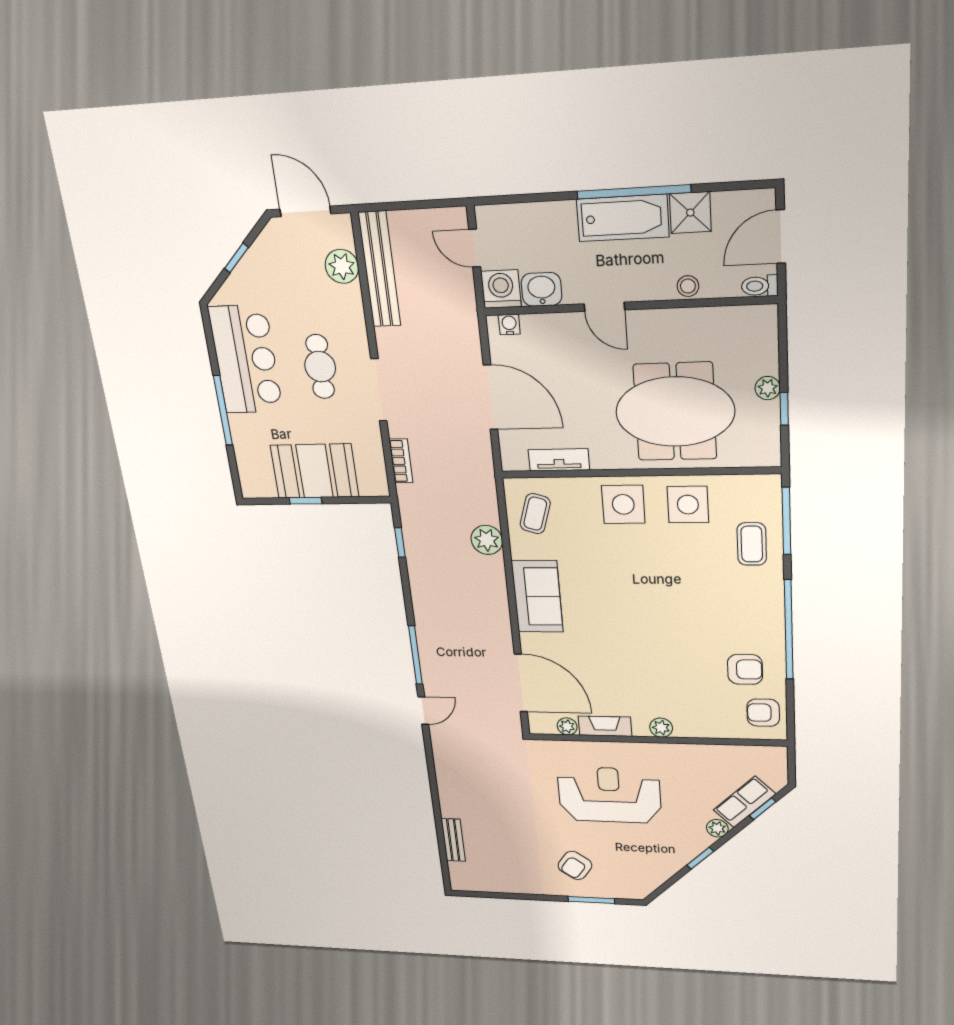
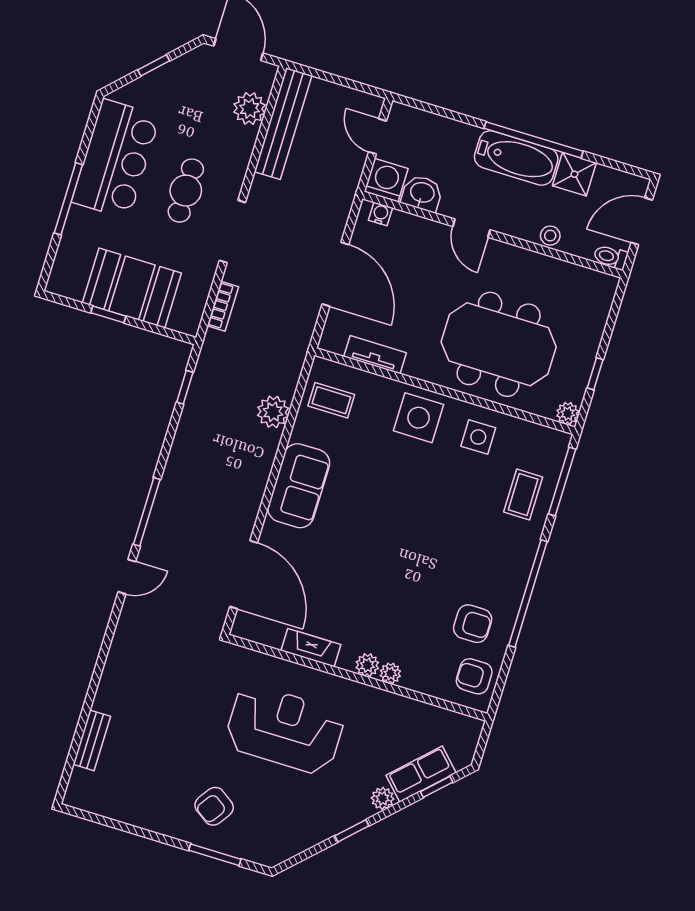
plant: (768, 388) -> (568, 413), moved
side table: (688, 505) -> (478, 437), width x0.73, depth x0.73
coffee table: (535, 514) -> (331, 400), turned 73
plant: (567, 726) -> (390, 673), moved

